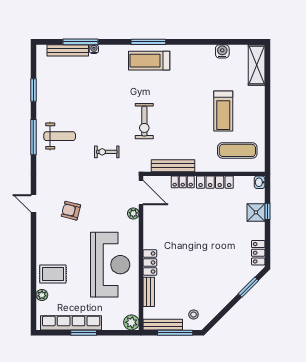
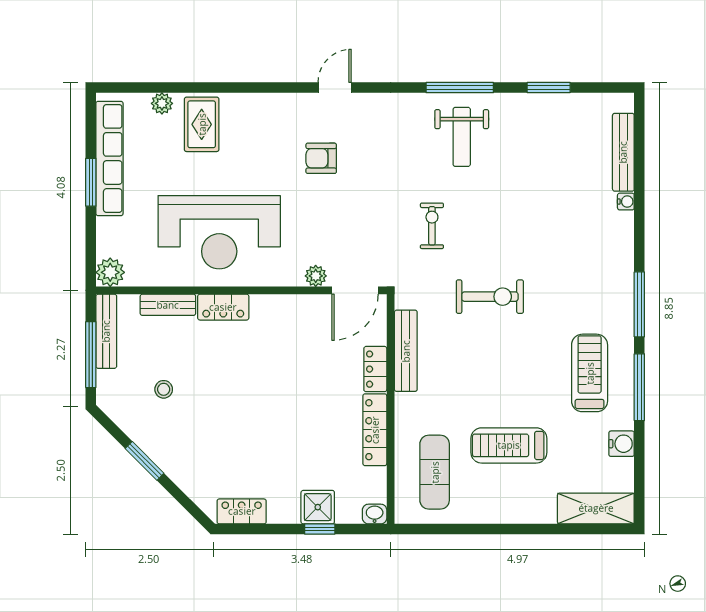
window: (80, 42) -> (639, 387), moved
treadmill: (149, 61) -> (590, 373), moved
exercise bike: (144, 121) -> (490, 297), turned 180
armchair: (71, 211) -> (321, 158), turned -104
window: (248, 287) -> (145, 461), moved
stool: (194, 315) -> (164, 389), moved

